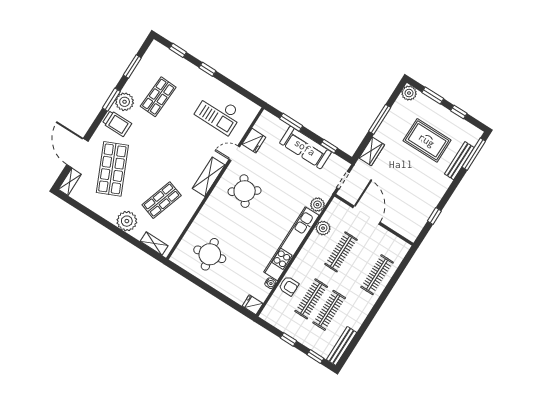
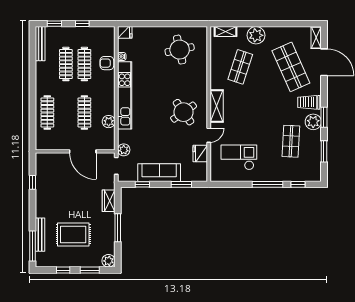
window: (208, 69) -> (267, 184), width x2.17
plant: (317, 205) -> (124, 150), moved

